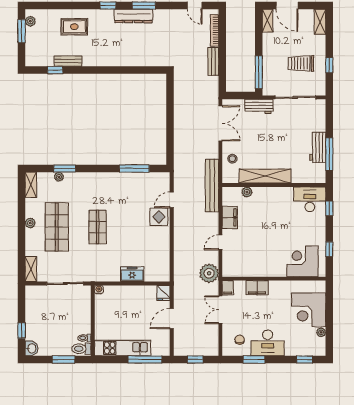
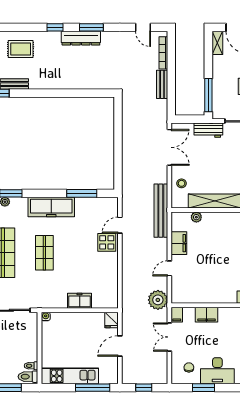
freezer: (104, 182) -> (51, 207), added

